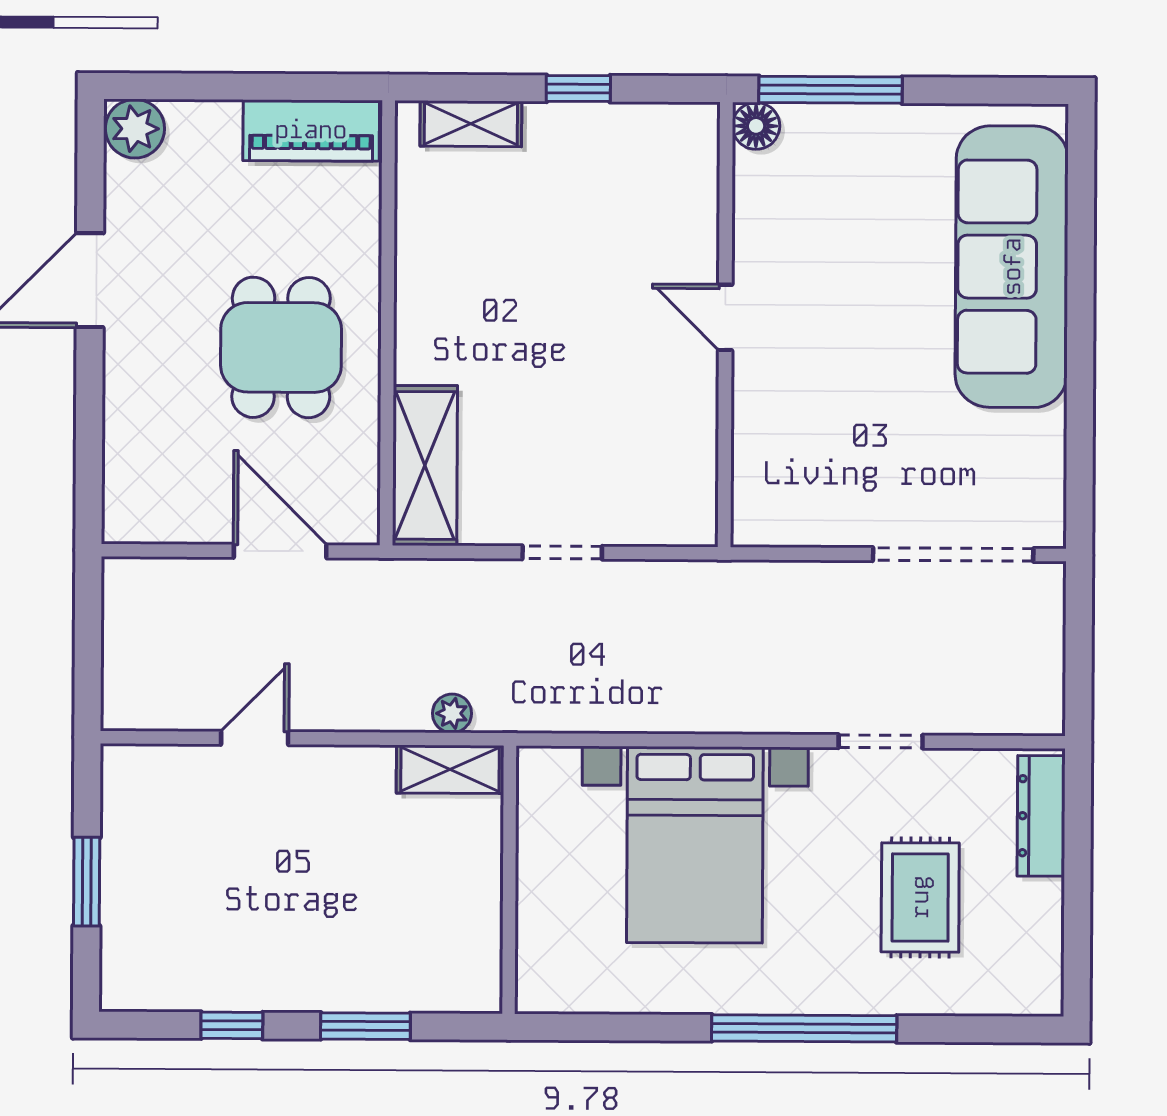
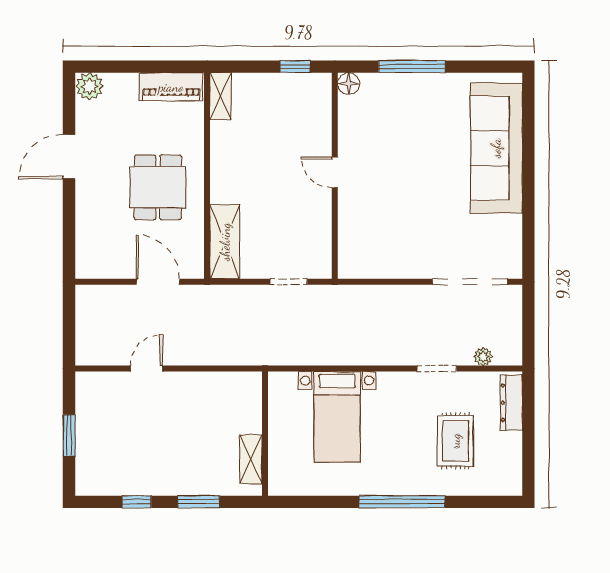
shelving: (471, 124) -> (221, 96), moved, turned 90
floor lamp: (756, 126) -> (349, 83), moved
door: (725, 317) -> (335, 172), moved
wall: (725, 325) -> (335, 176), moved
plant: (452, 713) -> (483, 357), moved
shelving: (450, 769) -> (251, 459), moved, turned 90
bed with nightstands: (695, 845) -> (337, 417), width x0.73

